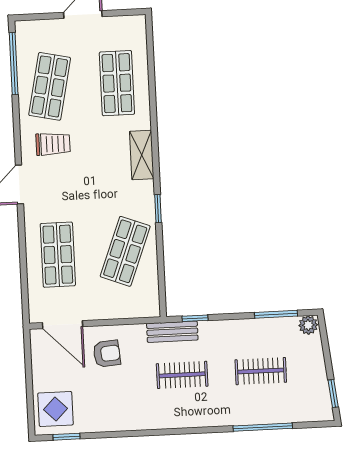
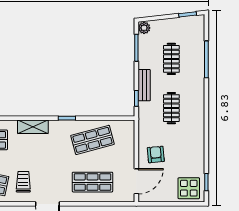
shop shelf: (125, 251) -> (92, 140), turned -36
bench: (172, 332) -> (144, 85), moved

